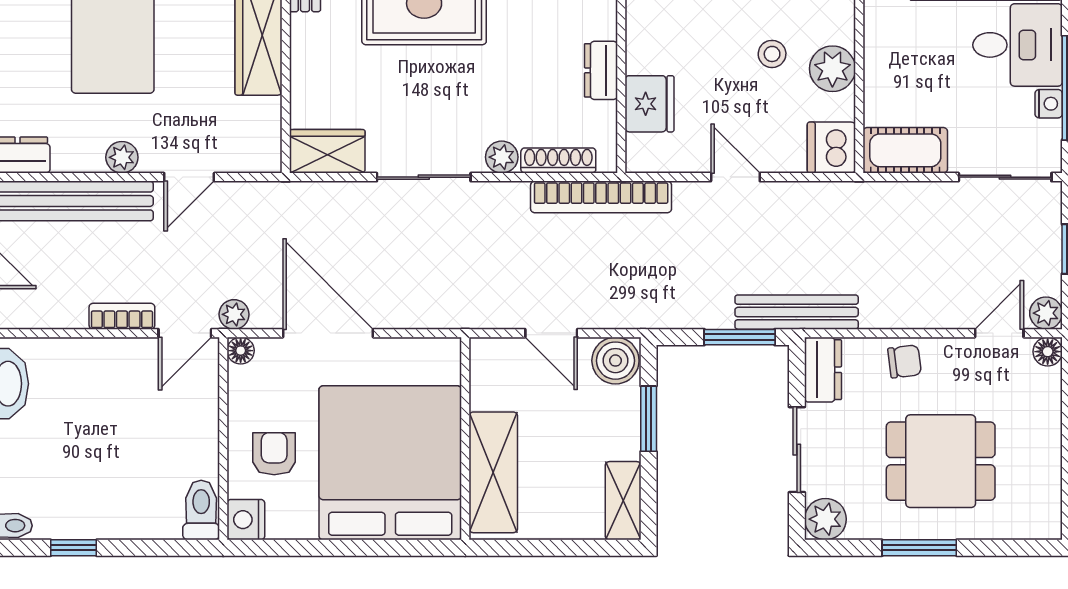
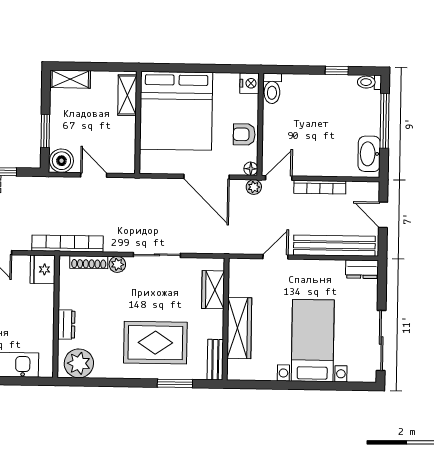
dresser: (601, 70) -> (66, 324), moved
fridge: (649, 104) -> (43, 269), moved
wardrobe: (327, 151) -> (213, 290), moved, turned 90
plant: (122, 157) -> (309, 267), removed
bookcase: (122, 316) -> (320, 187), width x1.56
armchair: (274, 454) -> (244, 134), moved, turned 90
shelving: (493, 472) -> (127, 95), width x0.67, depth x0.75
shelving: (623, 501) -> (70, 79), moved, turned 90

